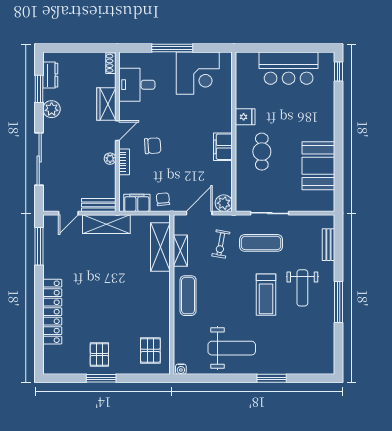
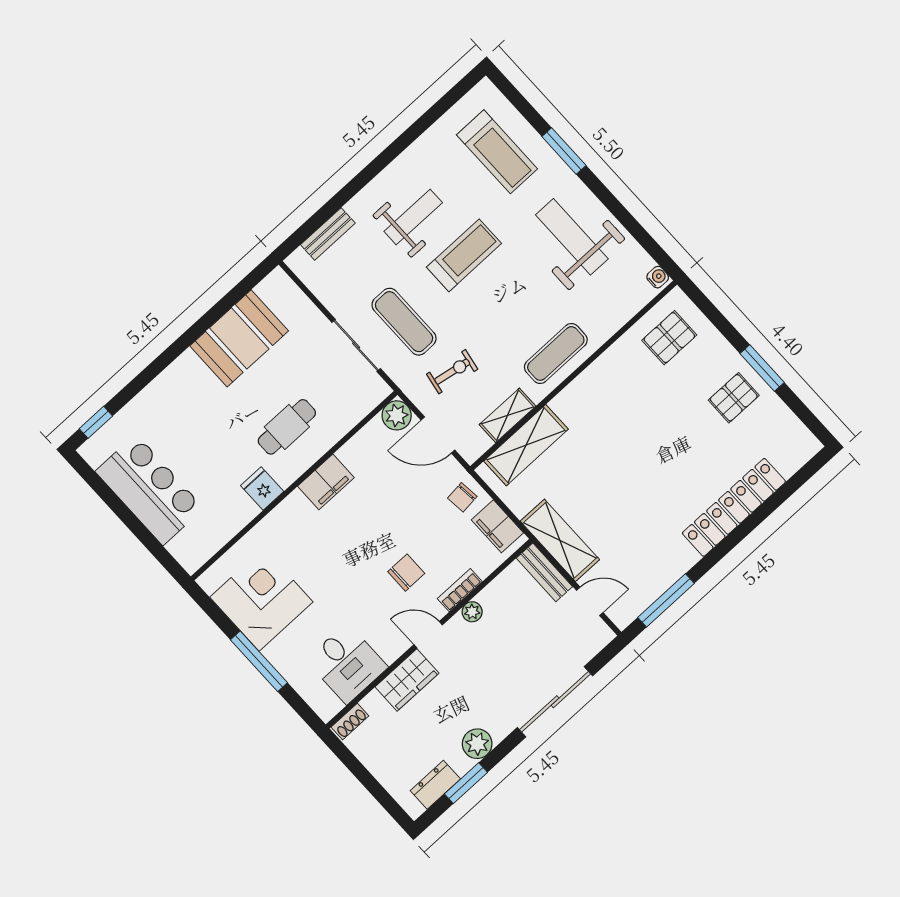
chair: (153, 146) -> (406, 573), turned 94
window: (339, 302) -> (389, 155), removed
treadmill: (297, 349) -> (497, 152), added

